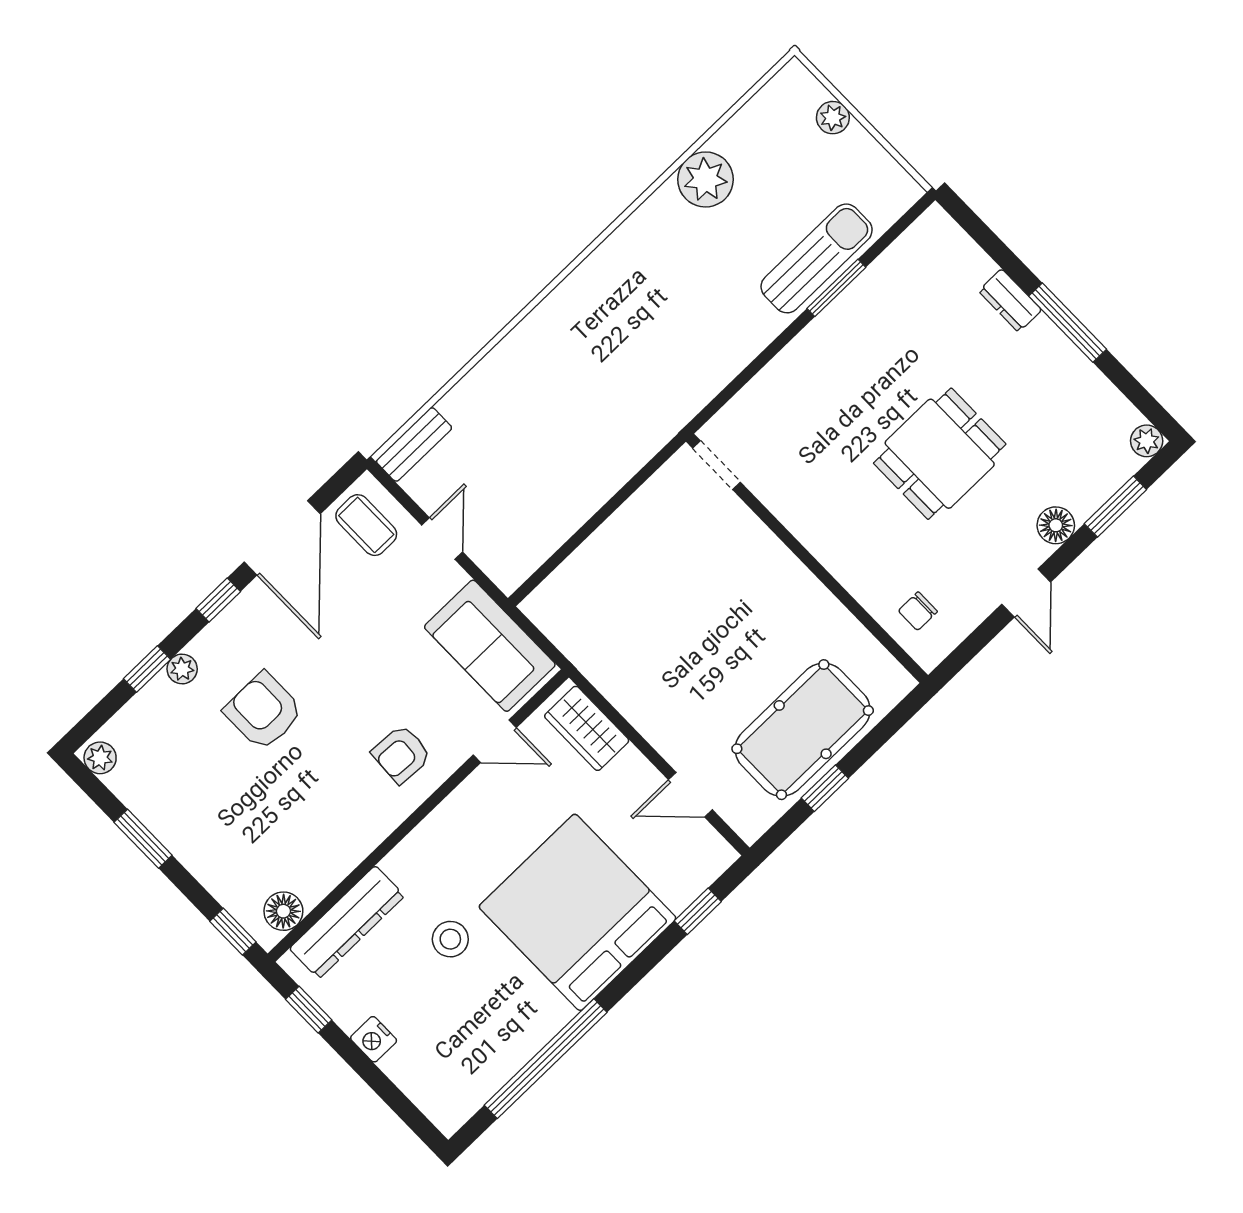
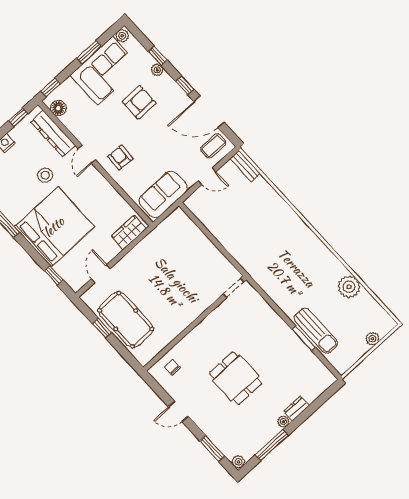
window: (1068, 323) -> (272, 445), moved
plant: (1044, 332) -> (283, 422), added
floor lamp: (1056, 525) -> (205, 424), removed
door: (495, 741) -> (87, 154), moved
corner sofa: (188, 798) -> (105, 71), added

